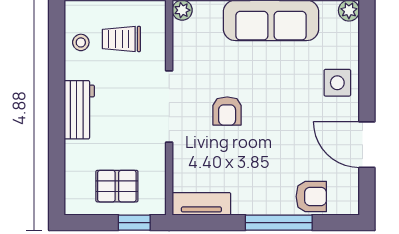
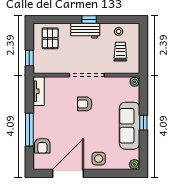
window: (57, 102) -> (89, 19), added
door: (367, 145) -> (68, 173), width x1.36
pallet: (117, 186) -> (50, 38), moved

